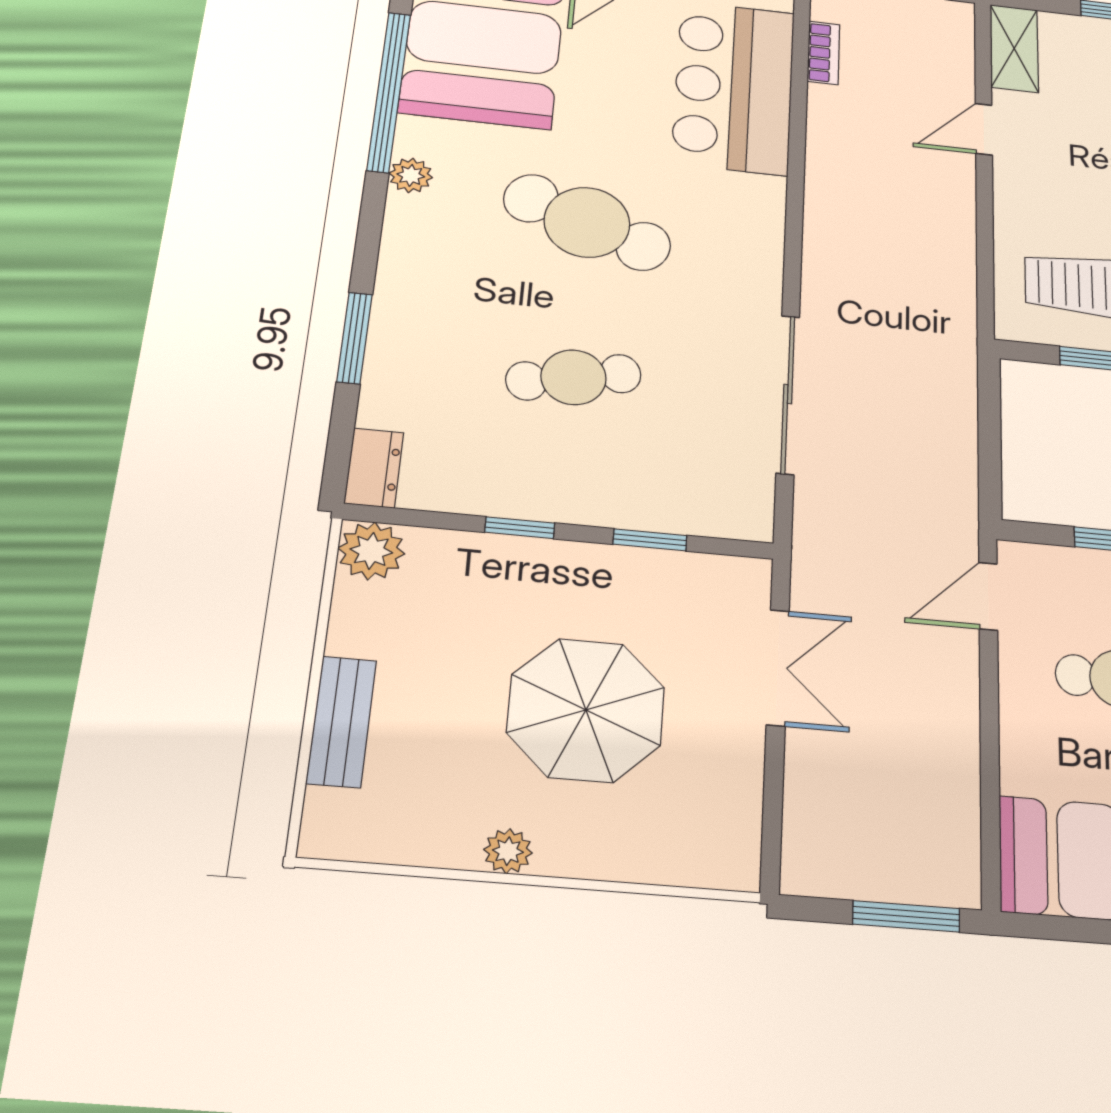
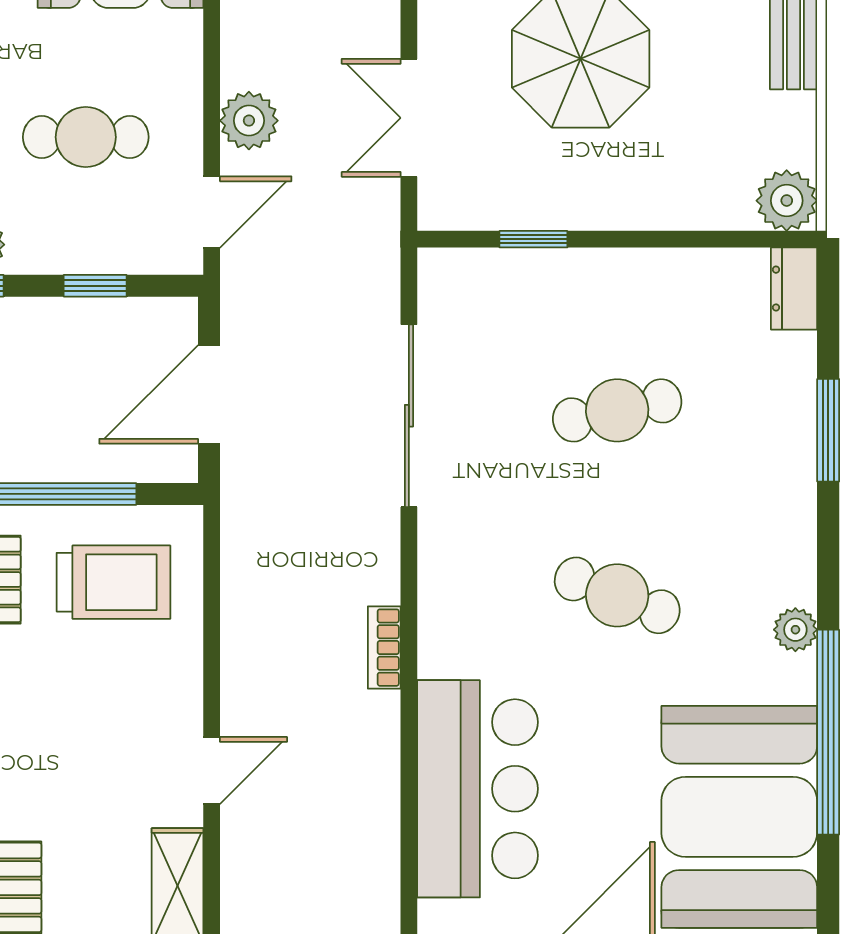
bookcase: (823, 53) -> (384, 648), moved
cafe table: (587, 222) -> (617, 595), width x0.73, depth x0.74
door: (989, 433) -> (209, 394), added
window: (520, 528) -> (655, 239), removed
plant: (950, 680) -> (249, 121), added

